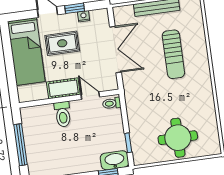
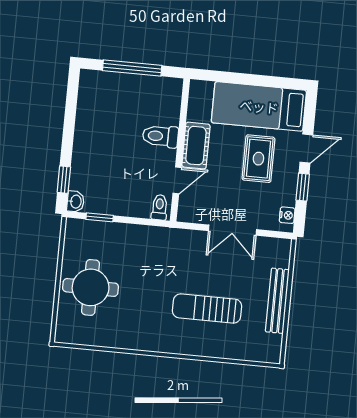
nightstand: (84, 16) -> (287, 215), moved
double door: (116, 50) -> (232, 230), width x0.73
washbasin: (114, 160) -> (75, 202), width x0.52, depth x0.69

